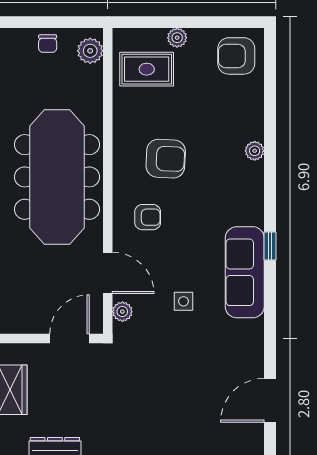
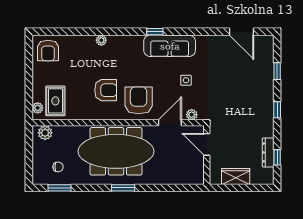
plant: (177, 38) -> (38, 108), moved
chair: (48, 44) -> (58, 167), moved
armchair: (166, 159) -> (106, 90), turned 87
armchair: (148, 217) -> (139, 100), width x1.88, depth x1.88

